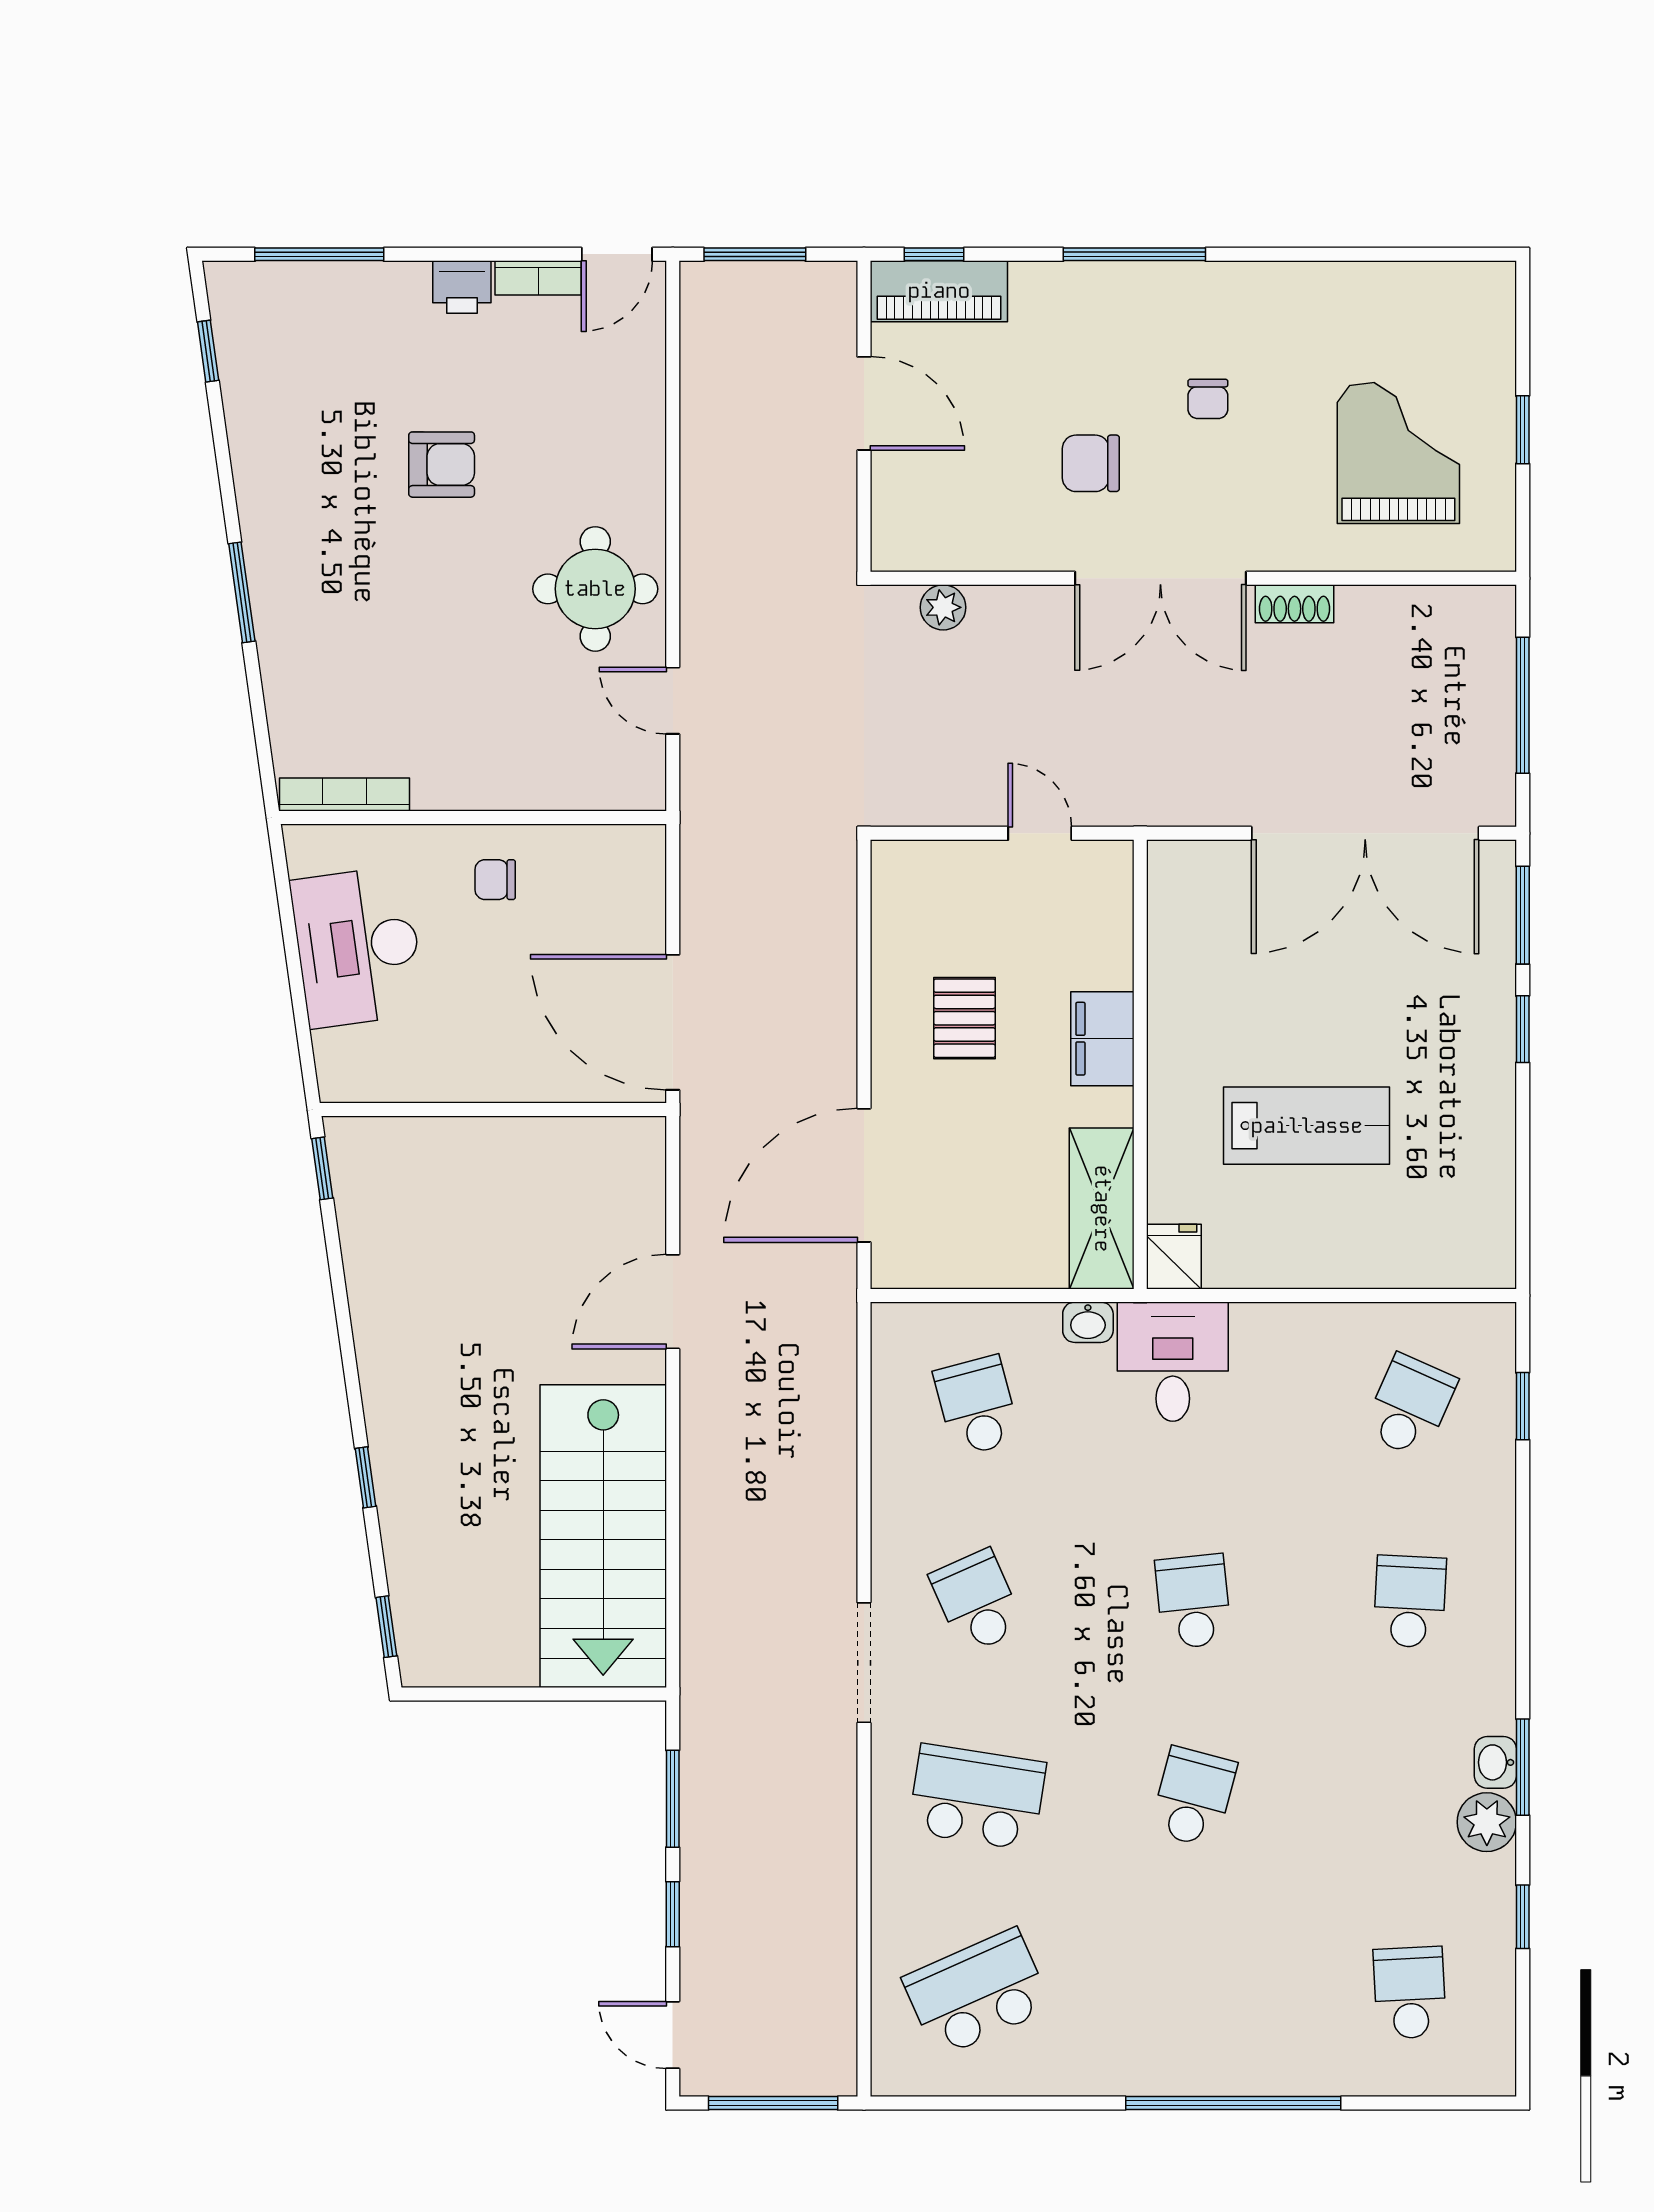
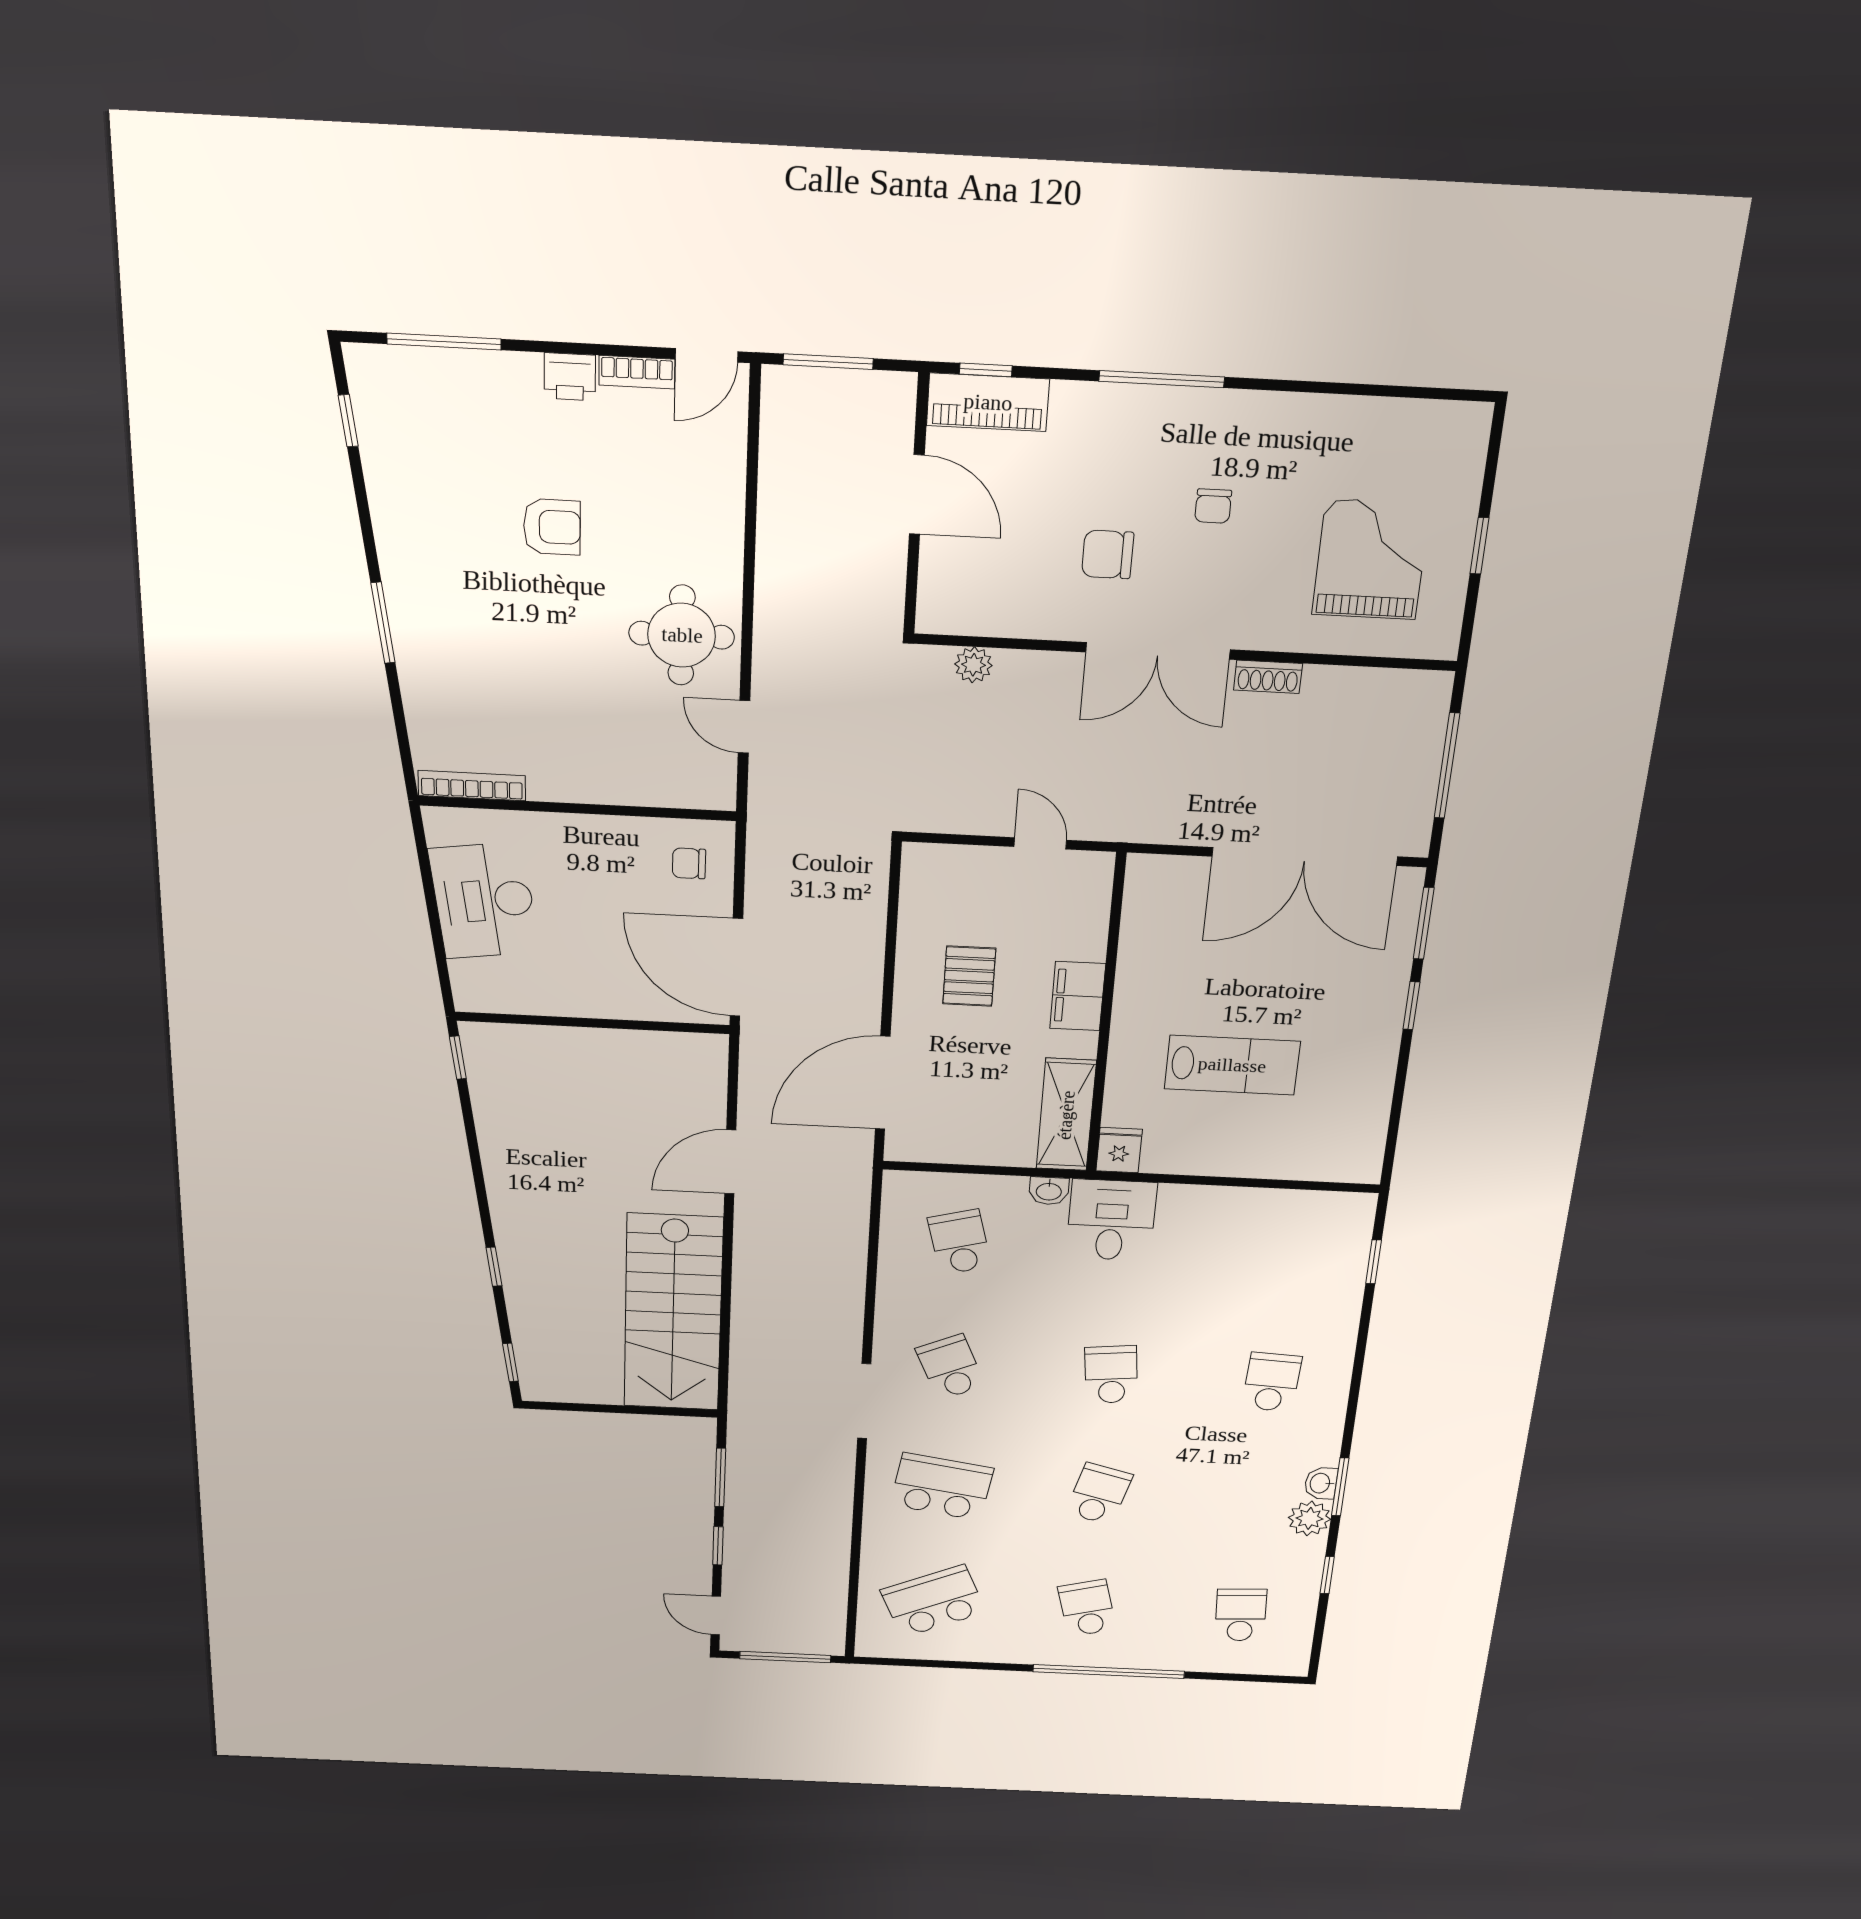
chair: (495, 880) -> (689, 863), moved
school desk: (1410, 1406) -> (1087, 1608), moved, turned -39

